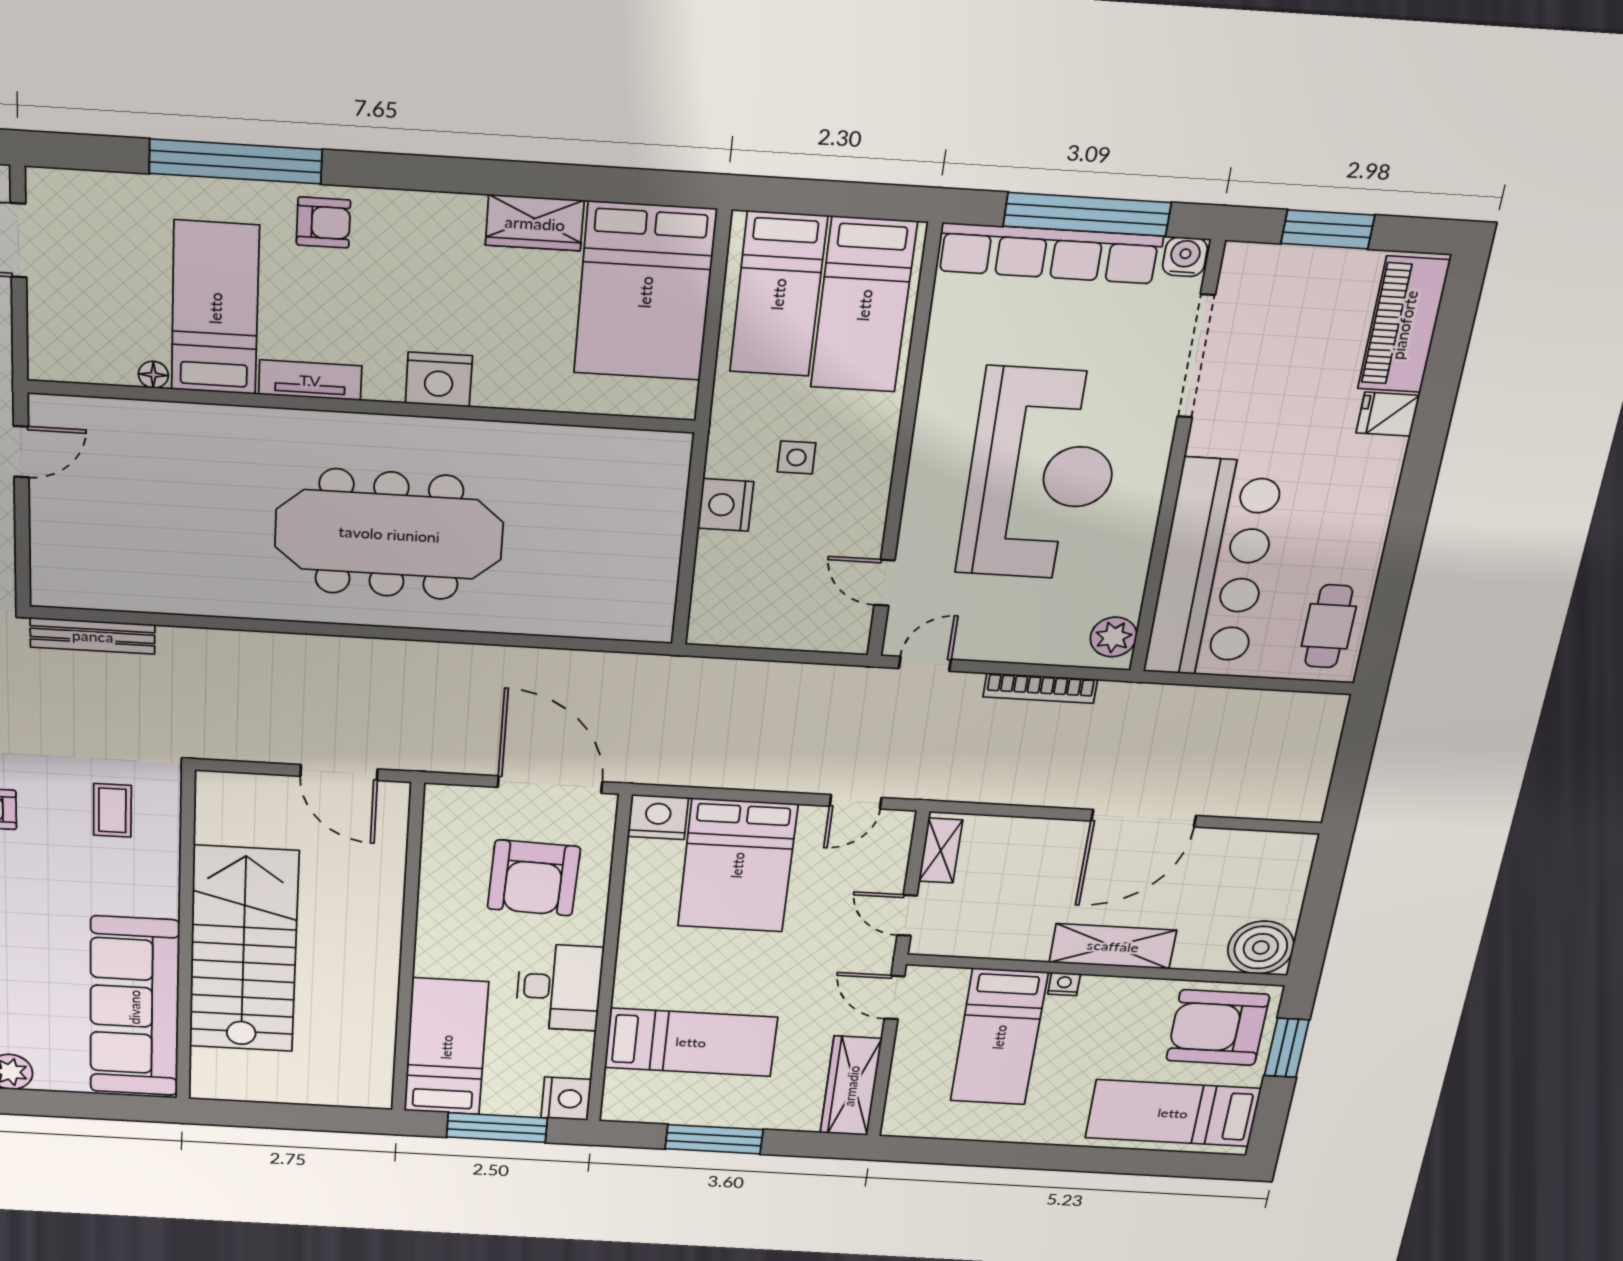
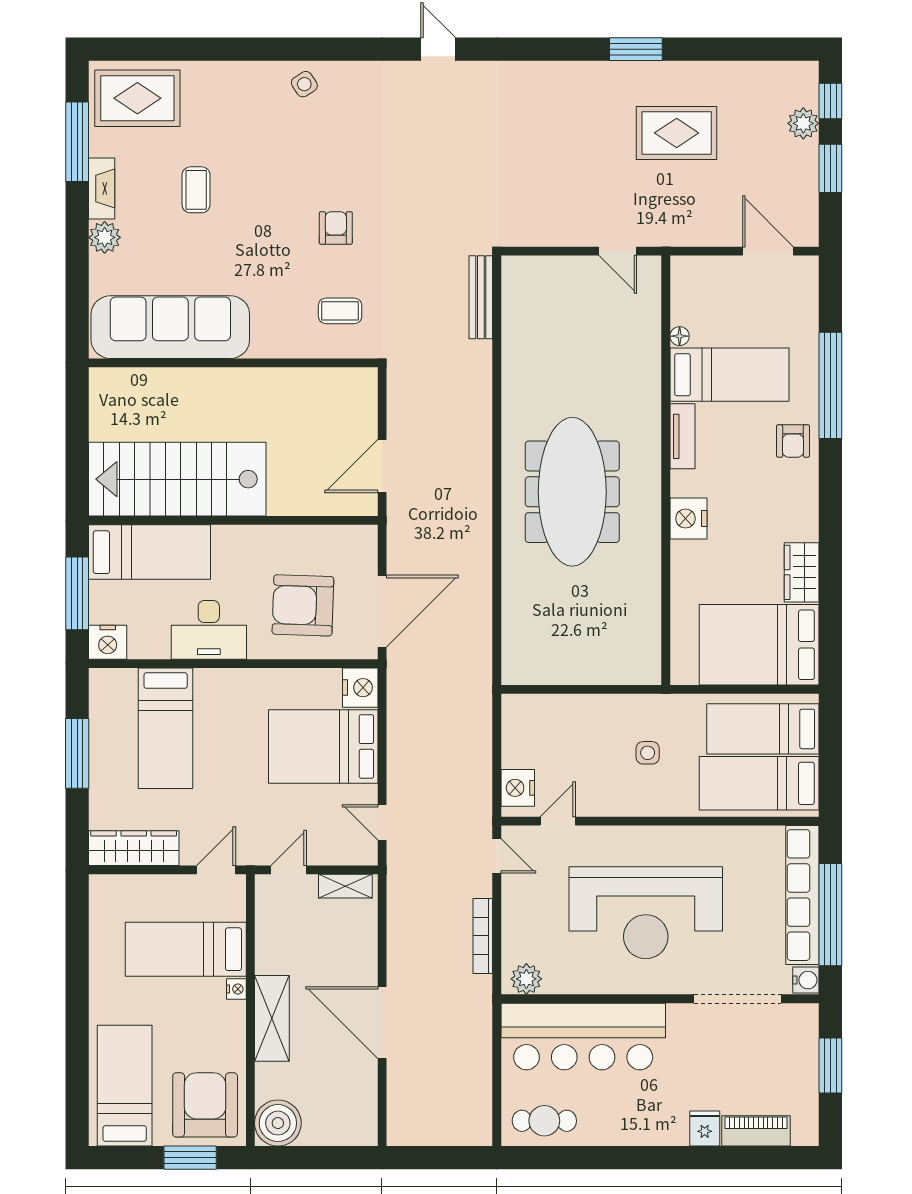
piano: (1404, 325) -> (756, 1131), width x0.73, depth x0.75
nightstand: (726, 505) -> (518, 788), moved, turned -90
stairs: (244, 950) -> (177, 479), moved, turned 180

